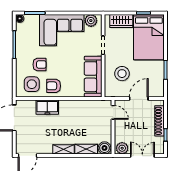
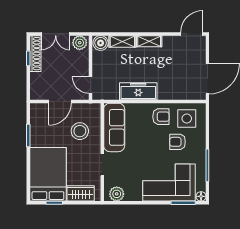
corner sofa: (62, 30) -> (169, 183), moved
freezer: (47, 107) -> (138, 91), moved, width x1.40
shoe rack: (160, 121) -> (35, 54), moved

